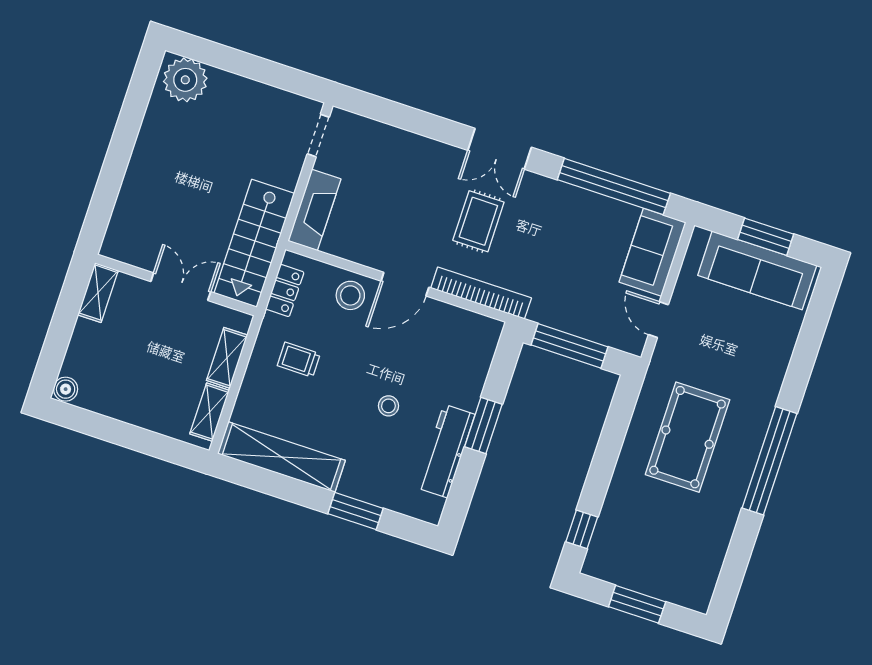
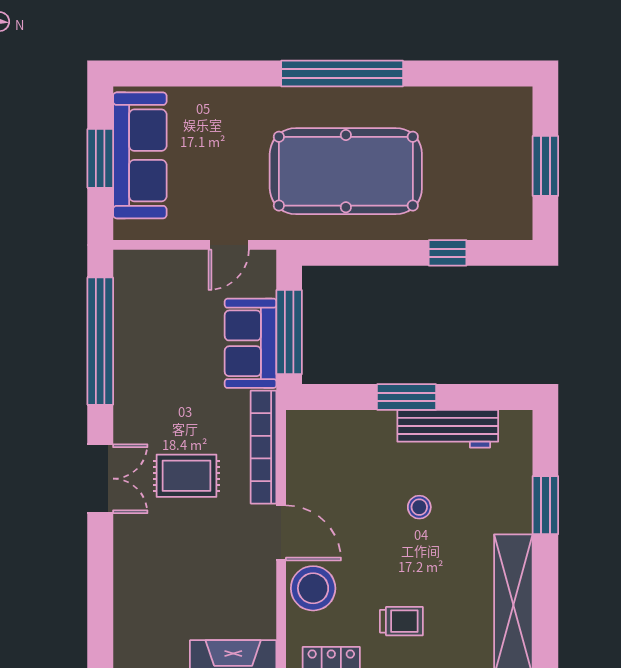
sofa: (653, 252) -> (251, 343), moved, turned 90
stool: (350, 295) -> (313, 588), width x1.38, depth x1.38
trolley: (299, 360) -> (401, 621), turned -90
pool table: (688, 437) -> (346, 171), width x1.36, depth x1.32
window: (582, 529) -> (448, 253), moved

